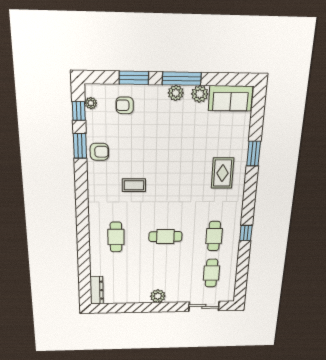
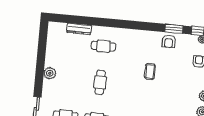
coffee table: (134, 185) -> (150, 71), moved
dresser: (97, 290) -> (79, 29), moved

